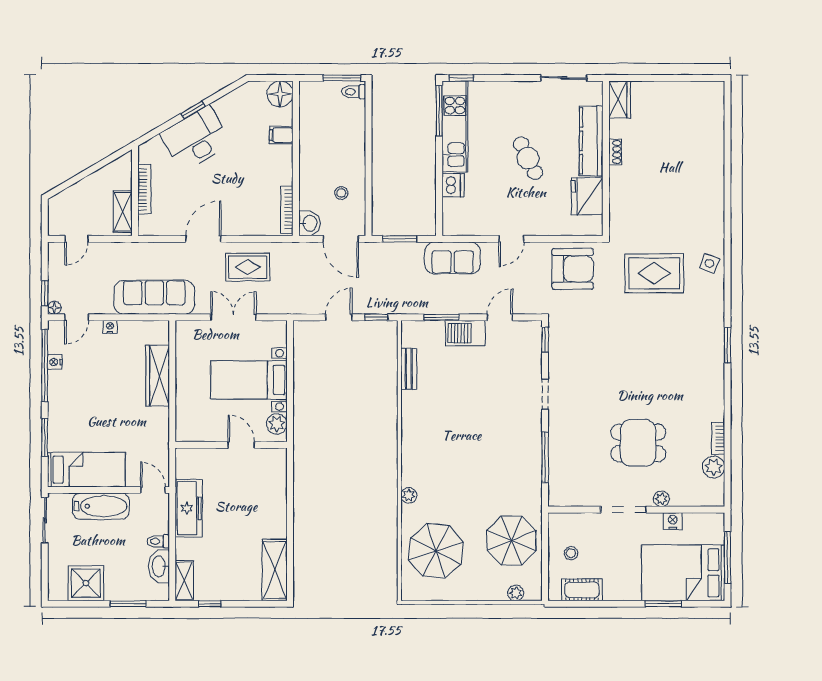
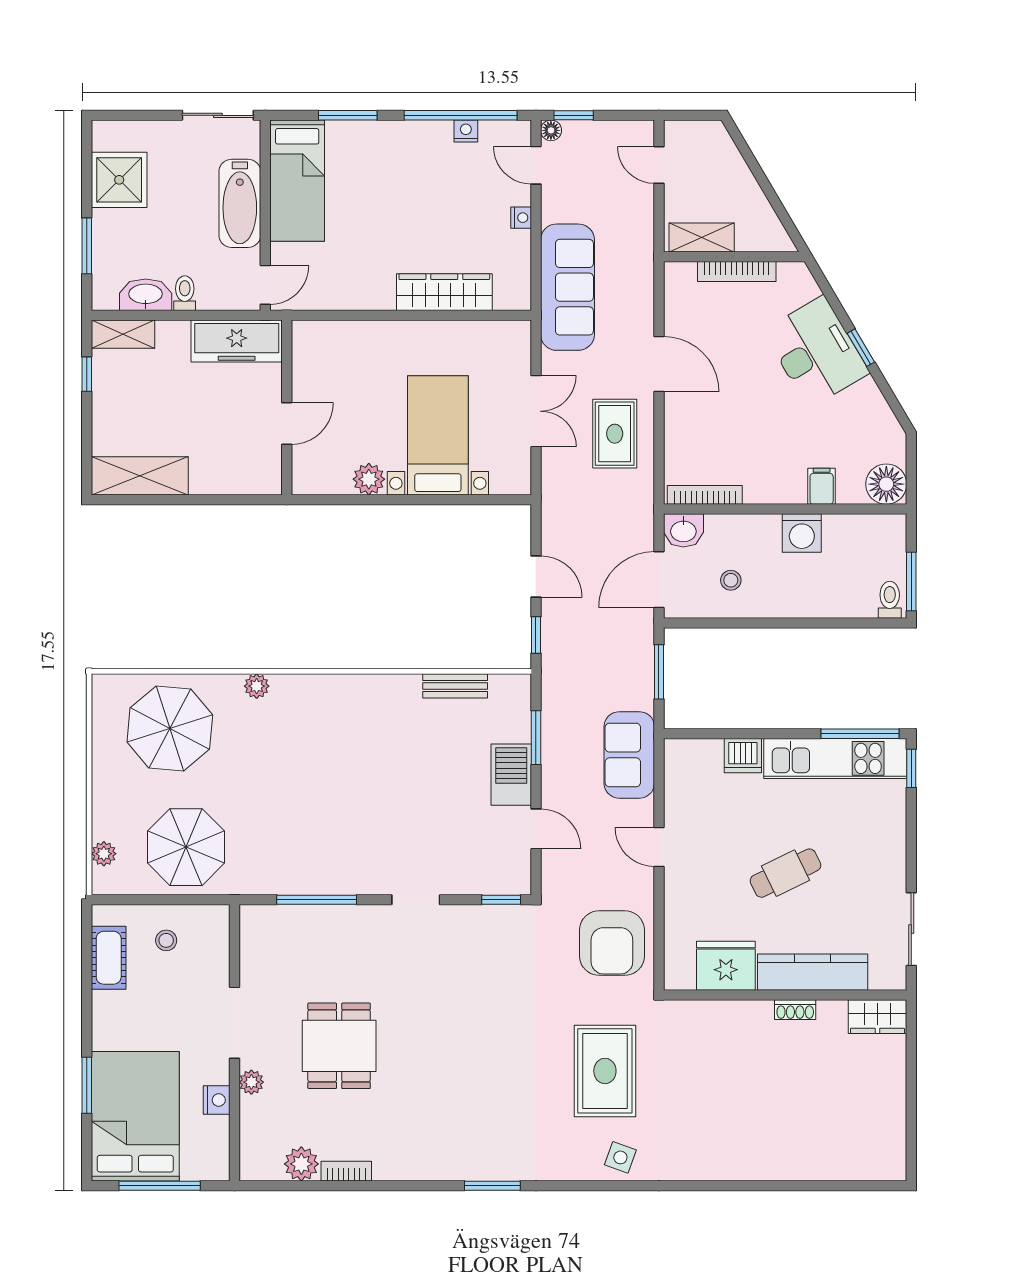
washing machine: (311, 148) -> (802, 533), added
wall: (231, 445) -> (287, 408), moved
door: (241, 445) -> (287, 423), moved

